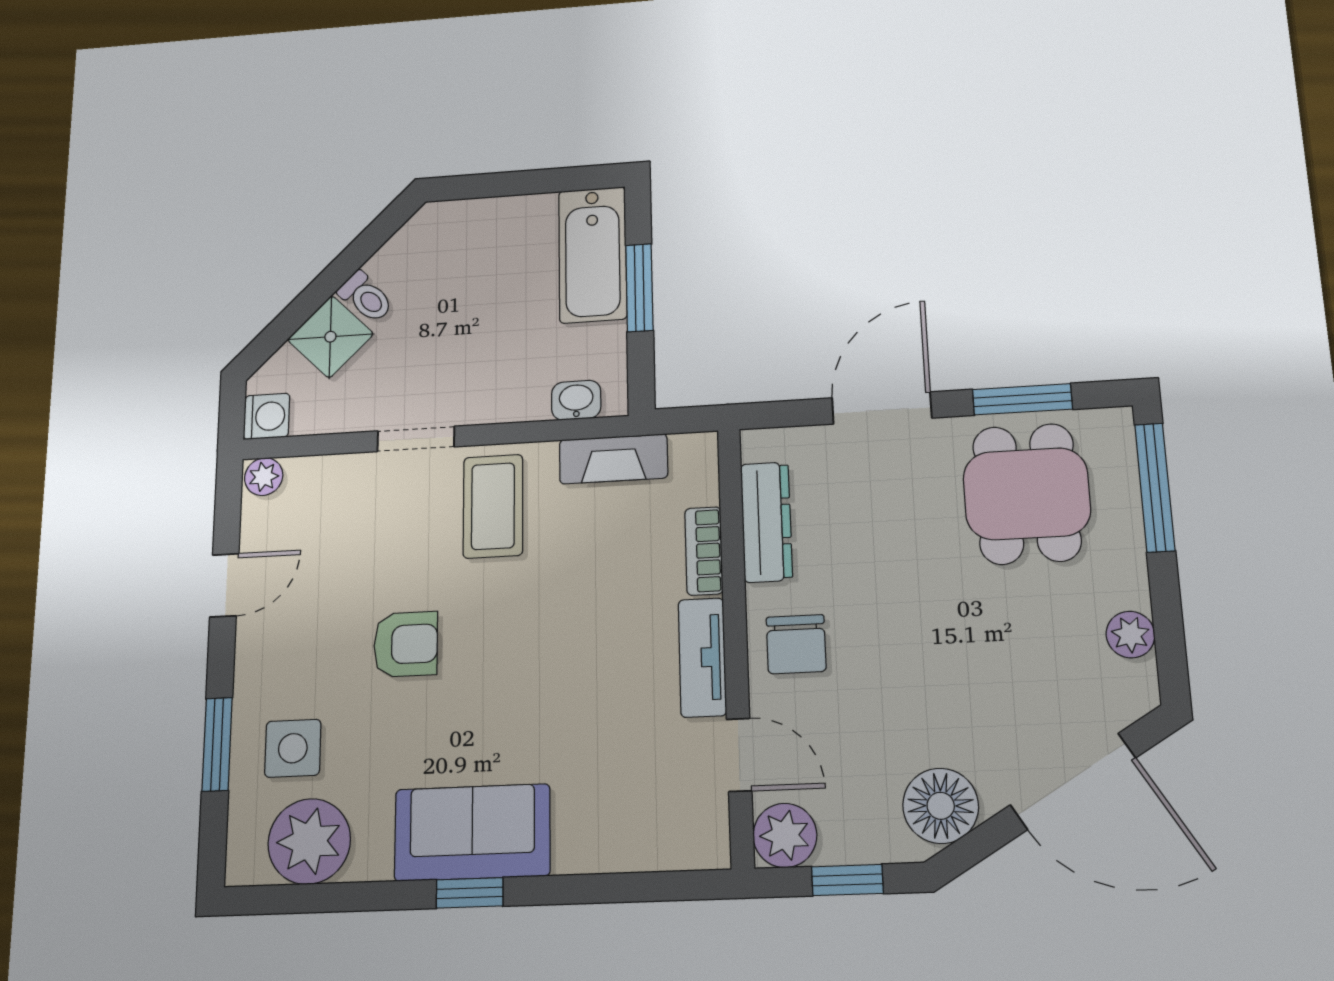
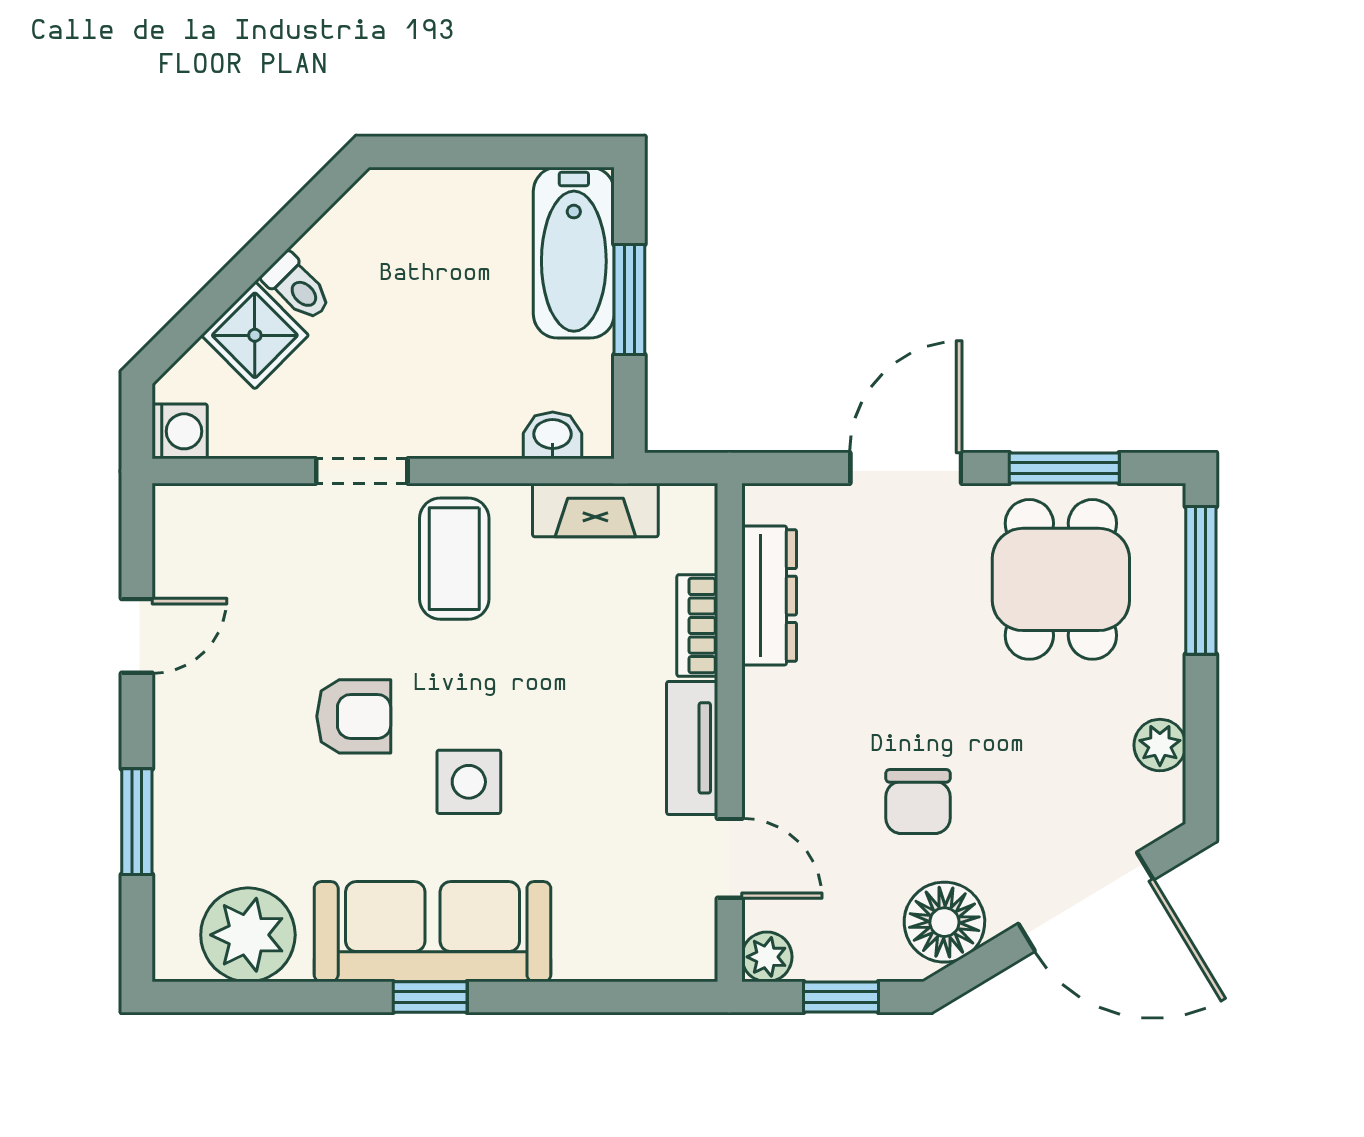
plant: (264, 477) -> (179, 506), removed
chair: (796, 644) -> (918, 802), moved
side table: (293, 748) -> (469, 782), moved
sofa: (472, 832) -> (433, 932), width x1.36
plant: (785, 835) -> (767, 957), width x0.73, depth x0.73

